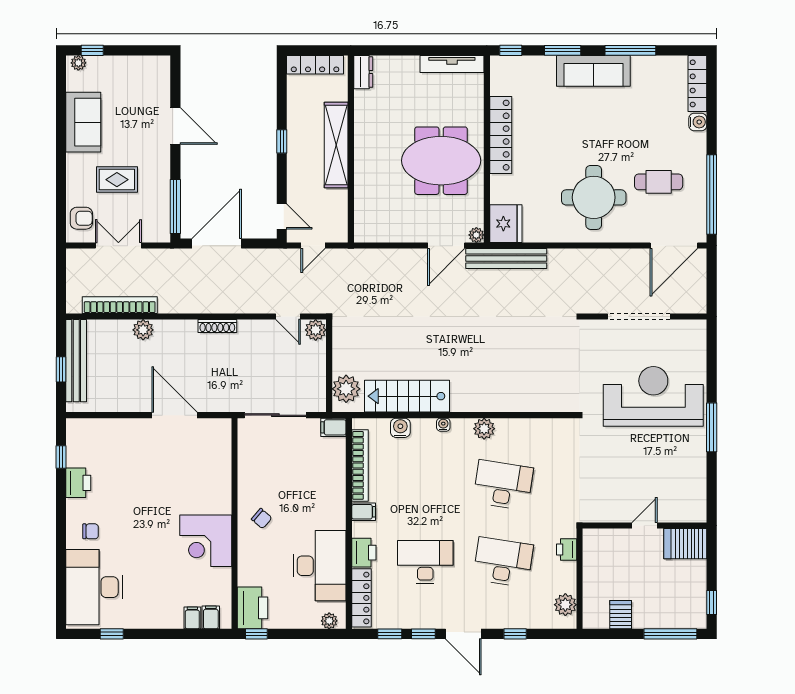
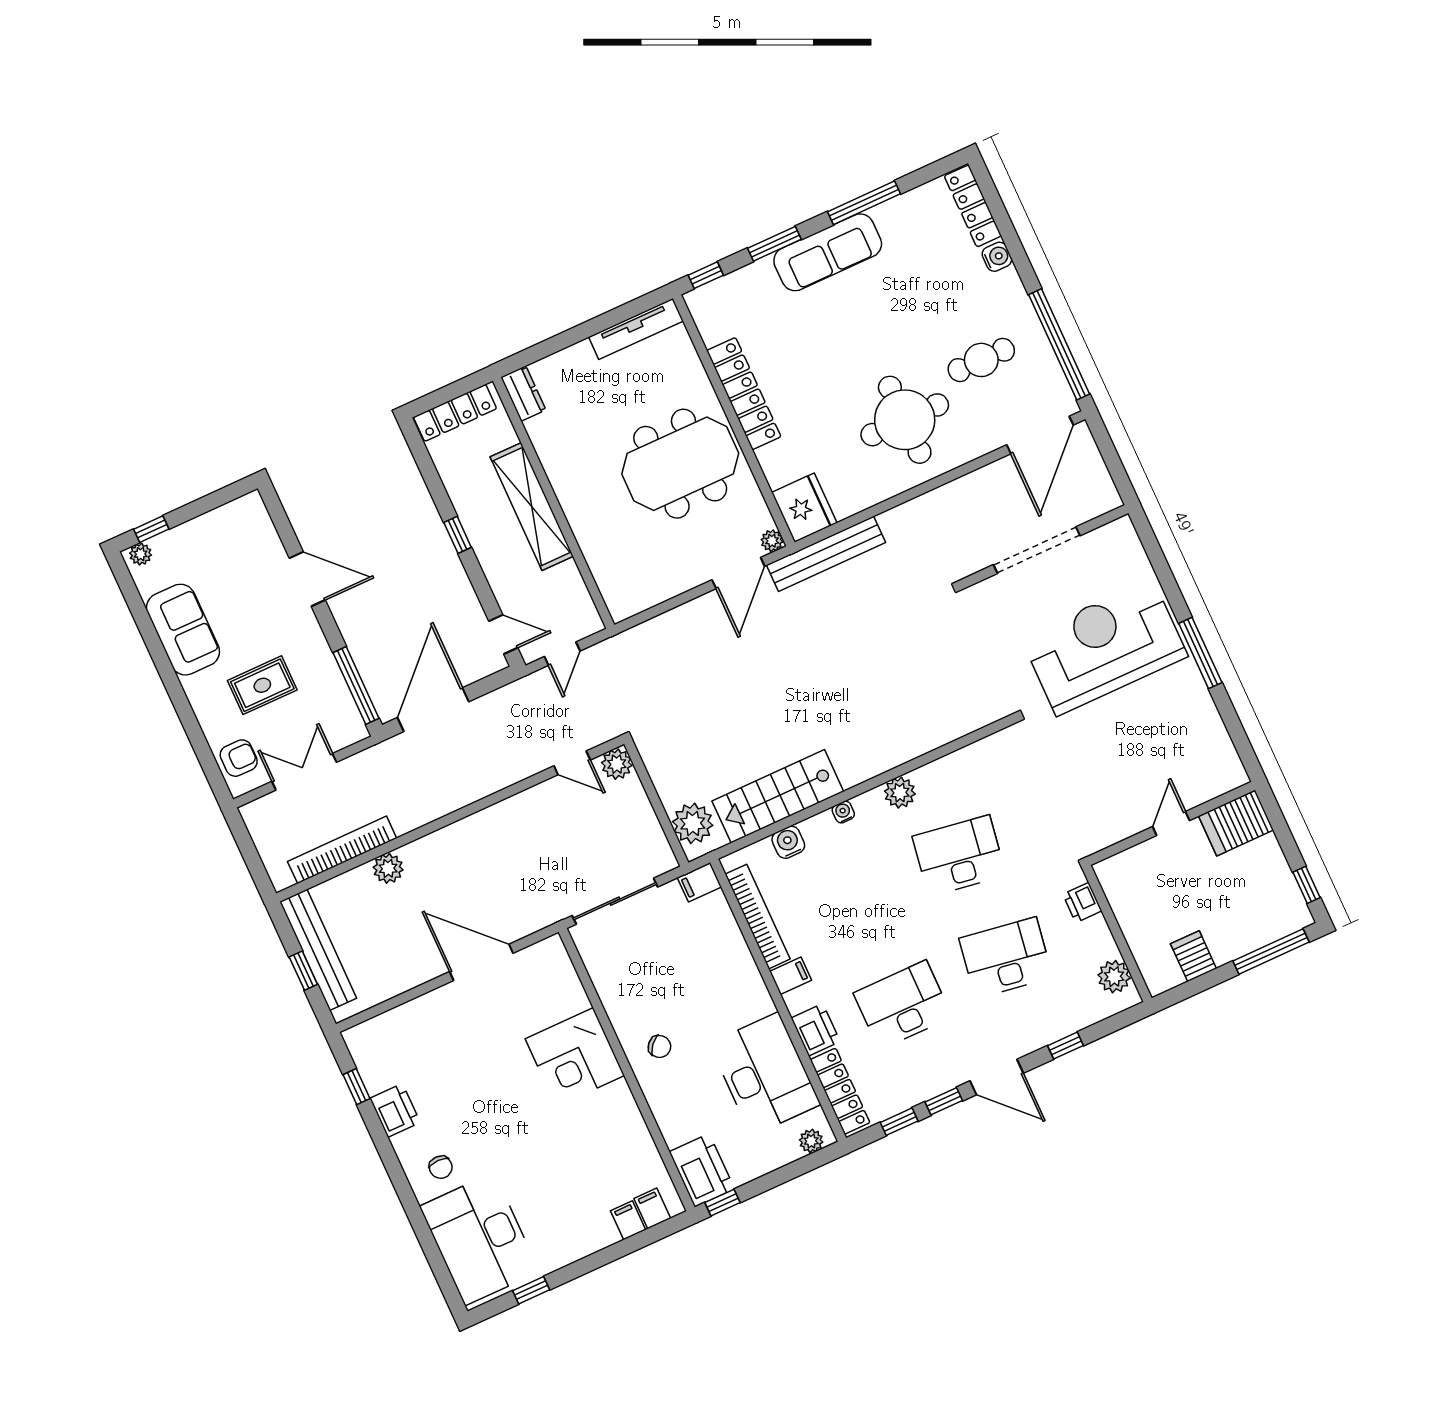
shoe rack: (217, 326) -> (484, 818), removed
chair: (91, 531) -> (441, 1167), turned 90
corner desk: (206, 541) -> (575, 1057), moved

